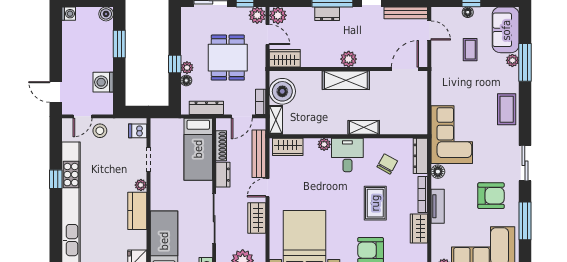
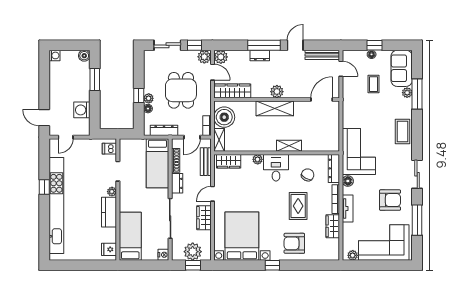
wardrobe: (285, 58) -> (232, 91), width x1.50
stool: (100, 131) -> (79, 148), removed
bench: (259, 154) -> (206, 162), width x0.73

